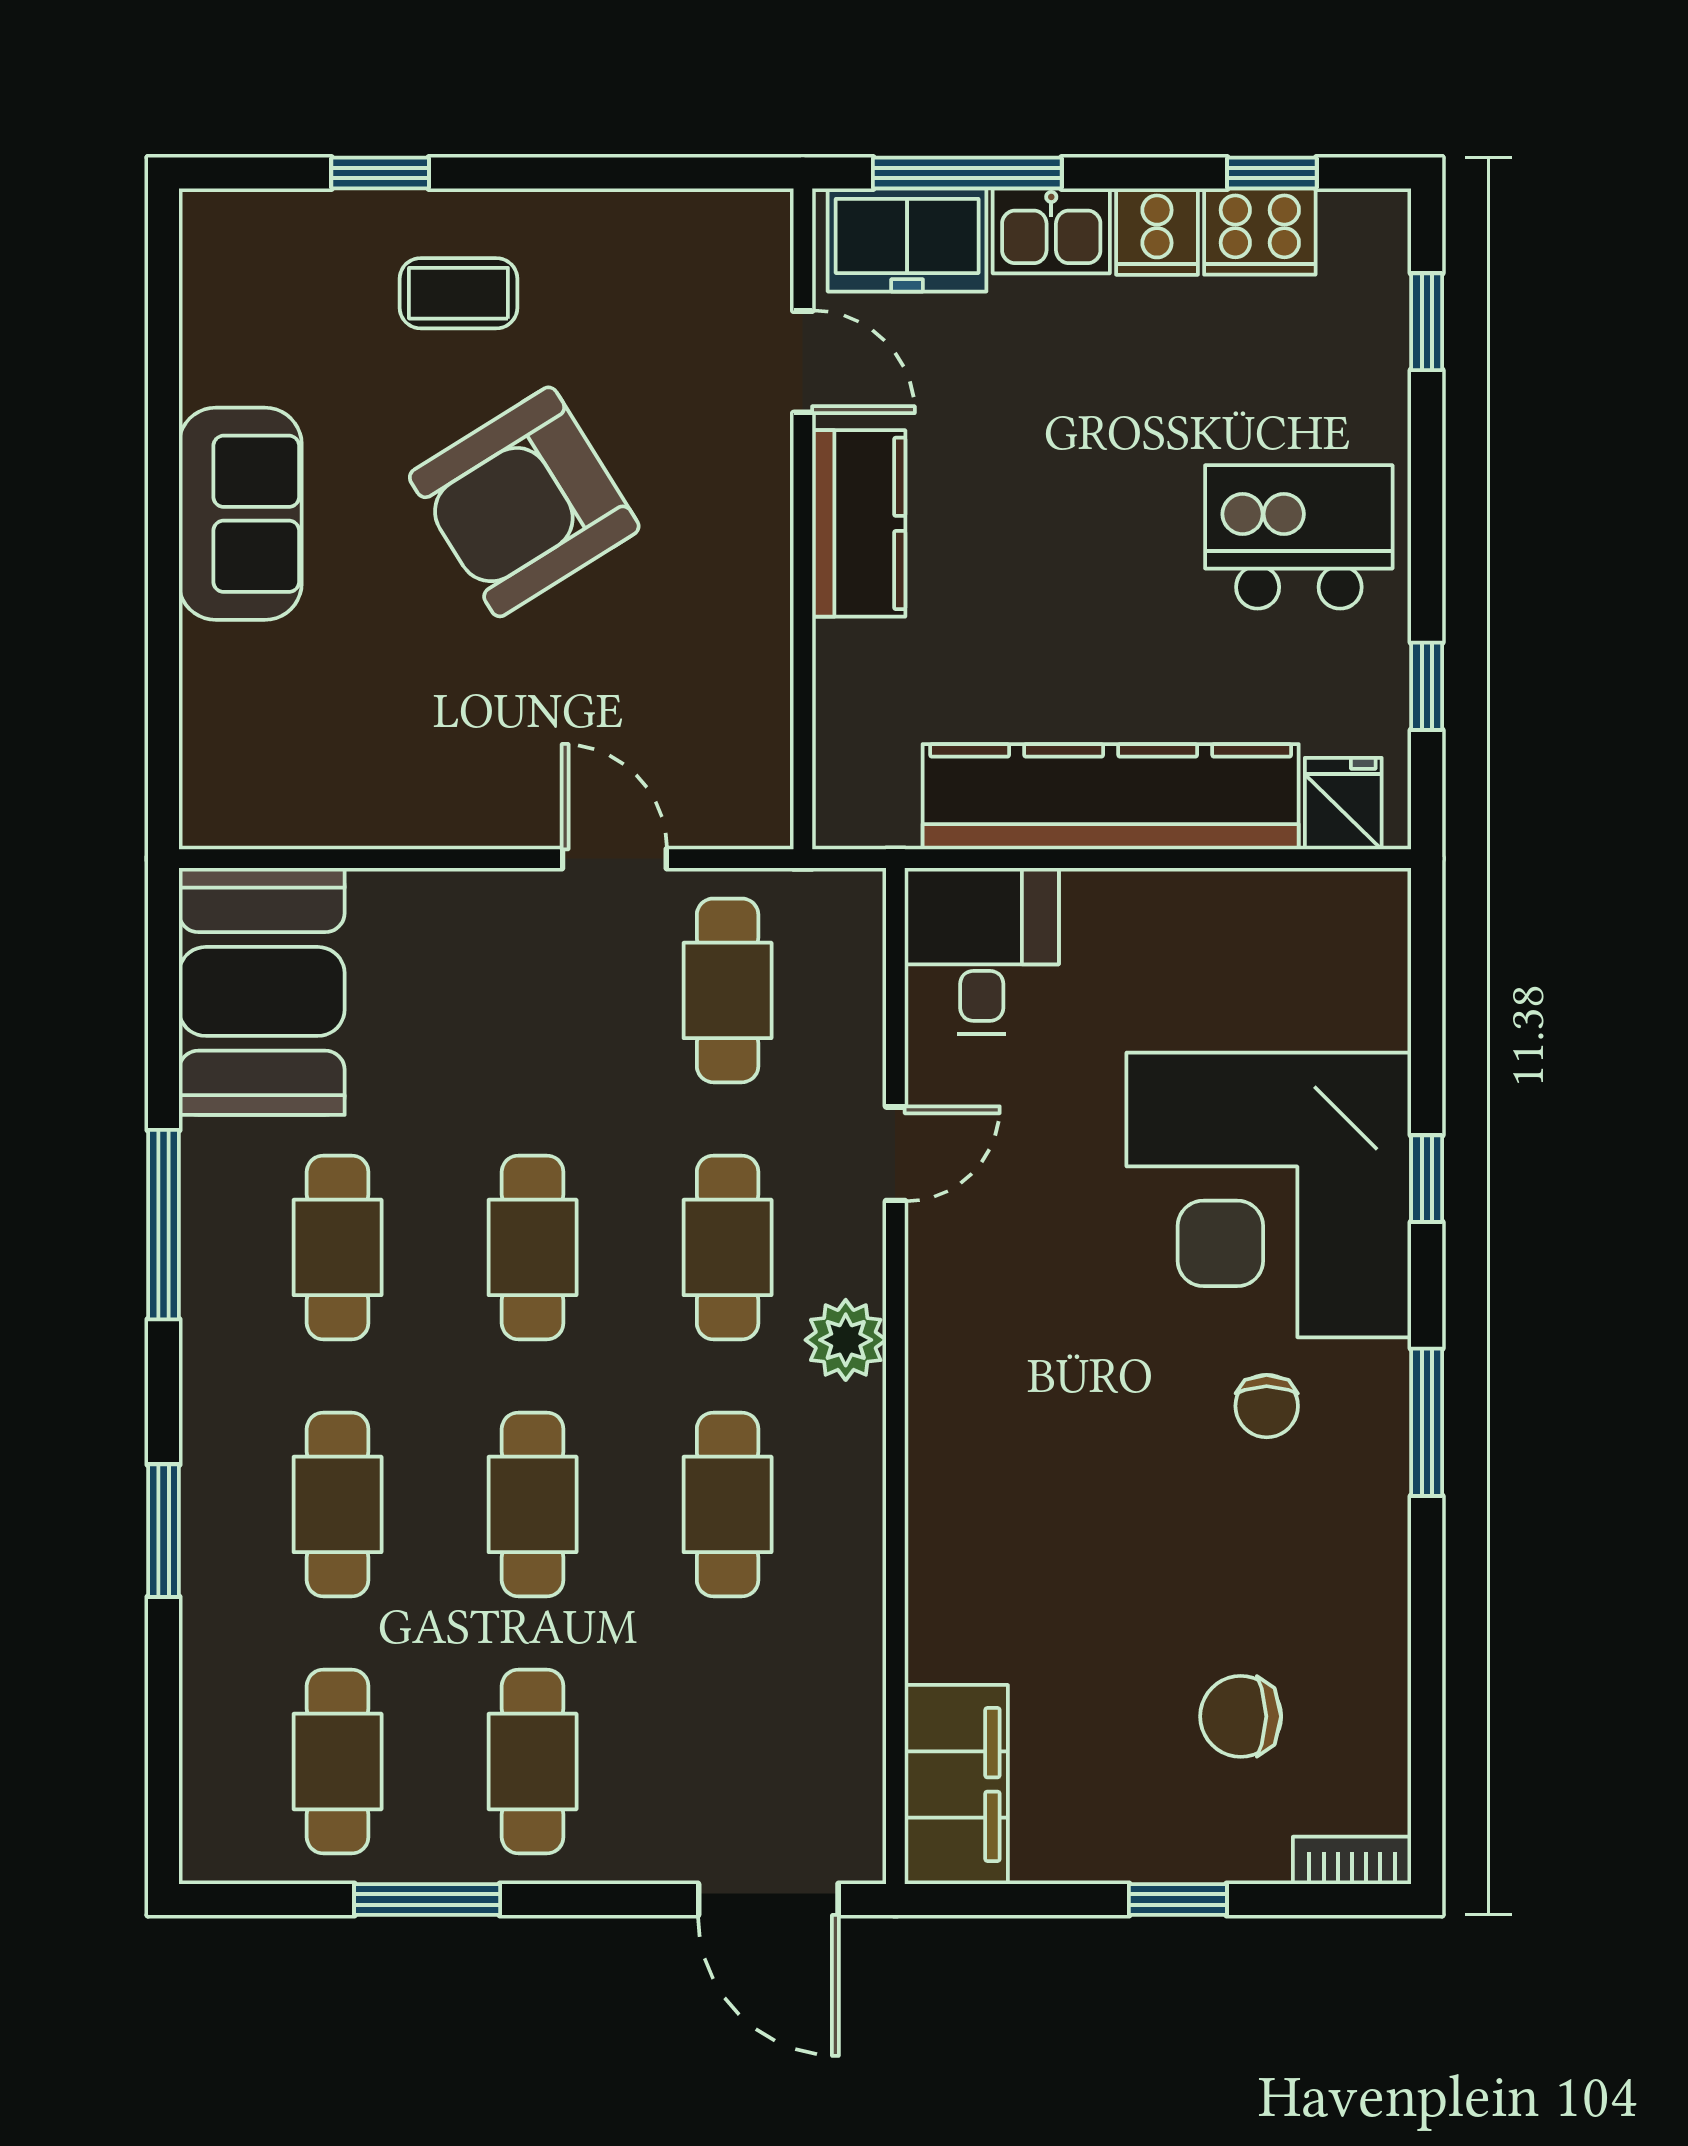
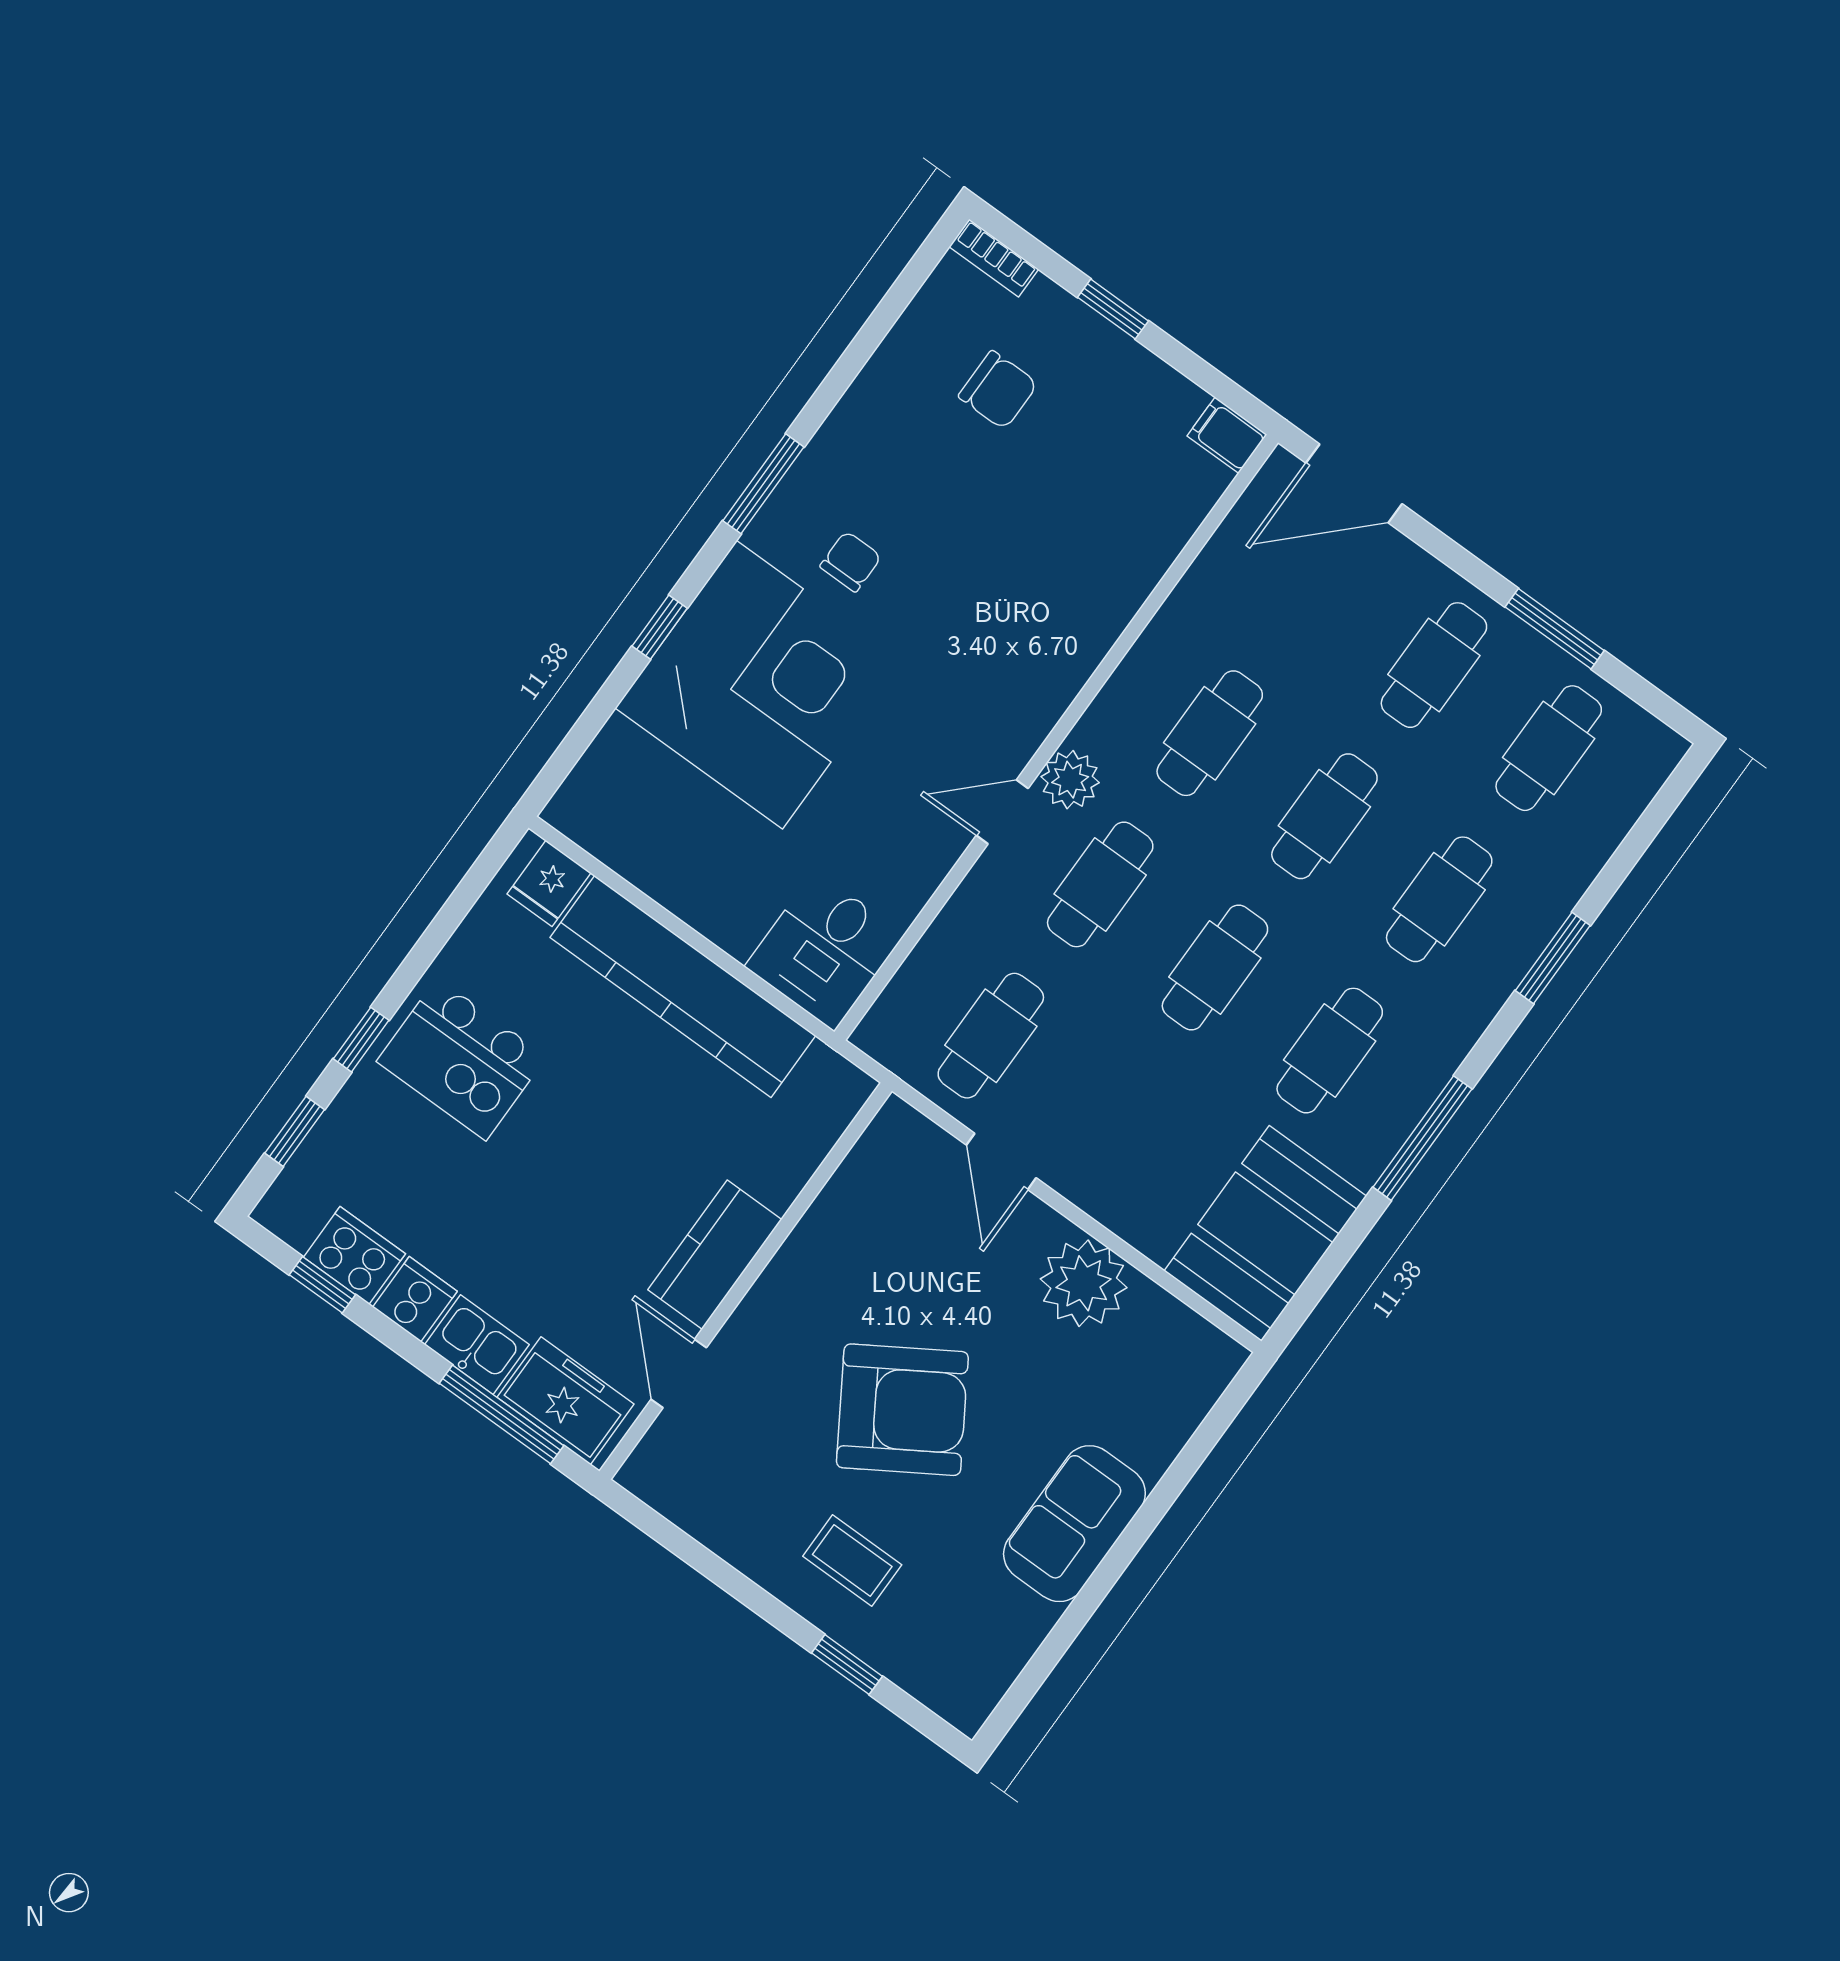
window: (1427, 686) -> (361, 1040), moved
plant: (424, 789) -> (1084, 1283), added
door: (895, 1154) -> (1002, 812), moved
filing cabinet: (956, 1784) -> (1227, 435), width x0.33, depth x0.86
door: (768, 1899) -> (1354, 483), swing flipped

